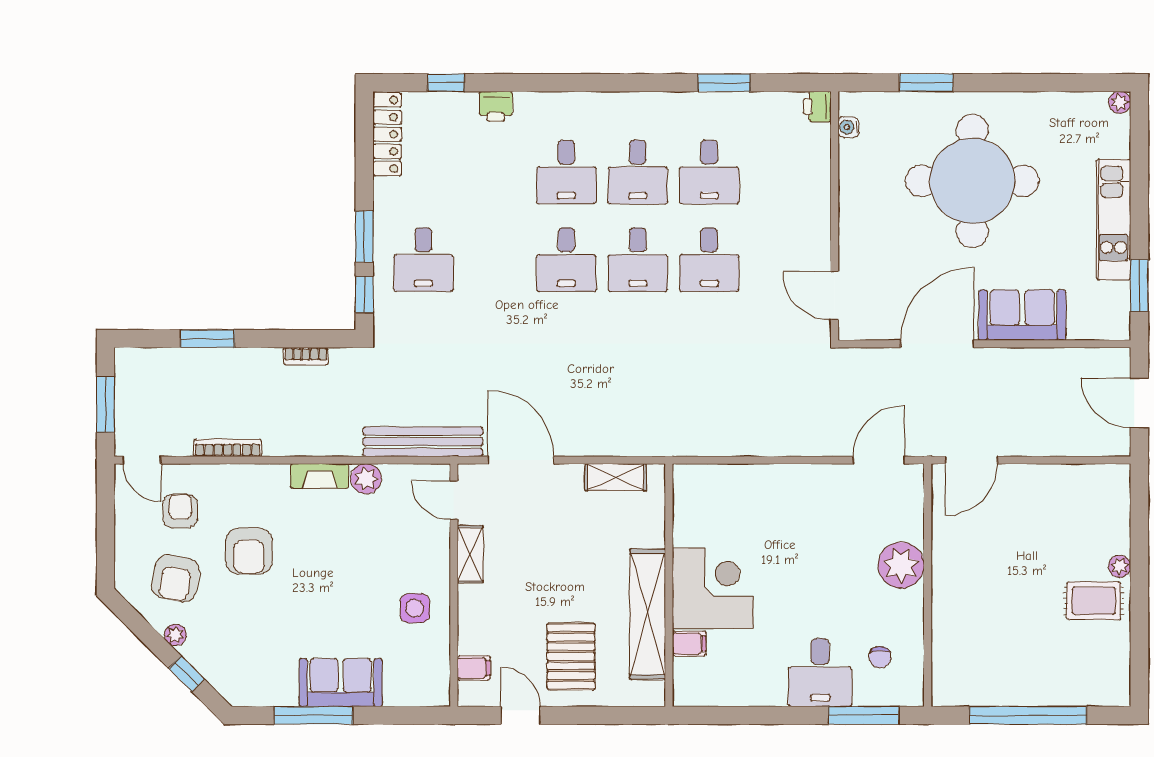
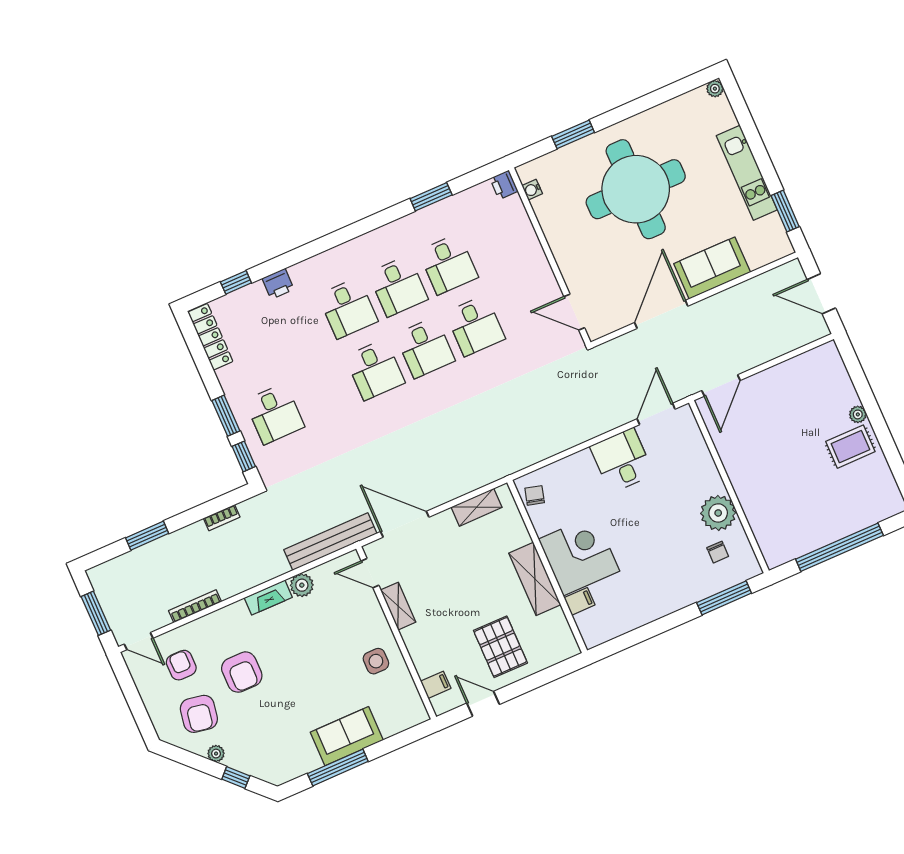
chair: (691, 494) -> (535, 495), added
plant: (901, 565) -> (718, 513), moved
shelving: (648, 614) -> (535, 579), width x0.68
desk: (820, 673) -> (622, 460), moved, turned 180

